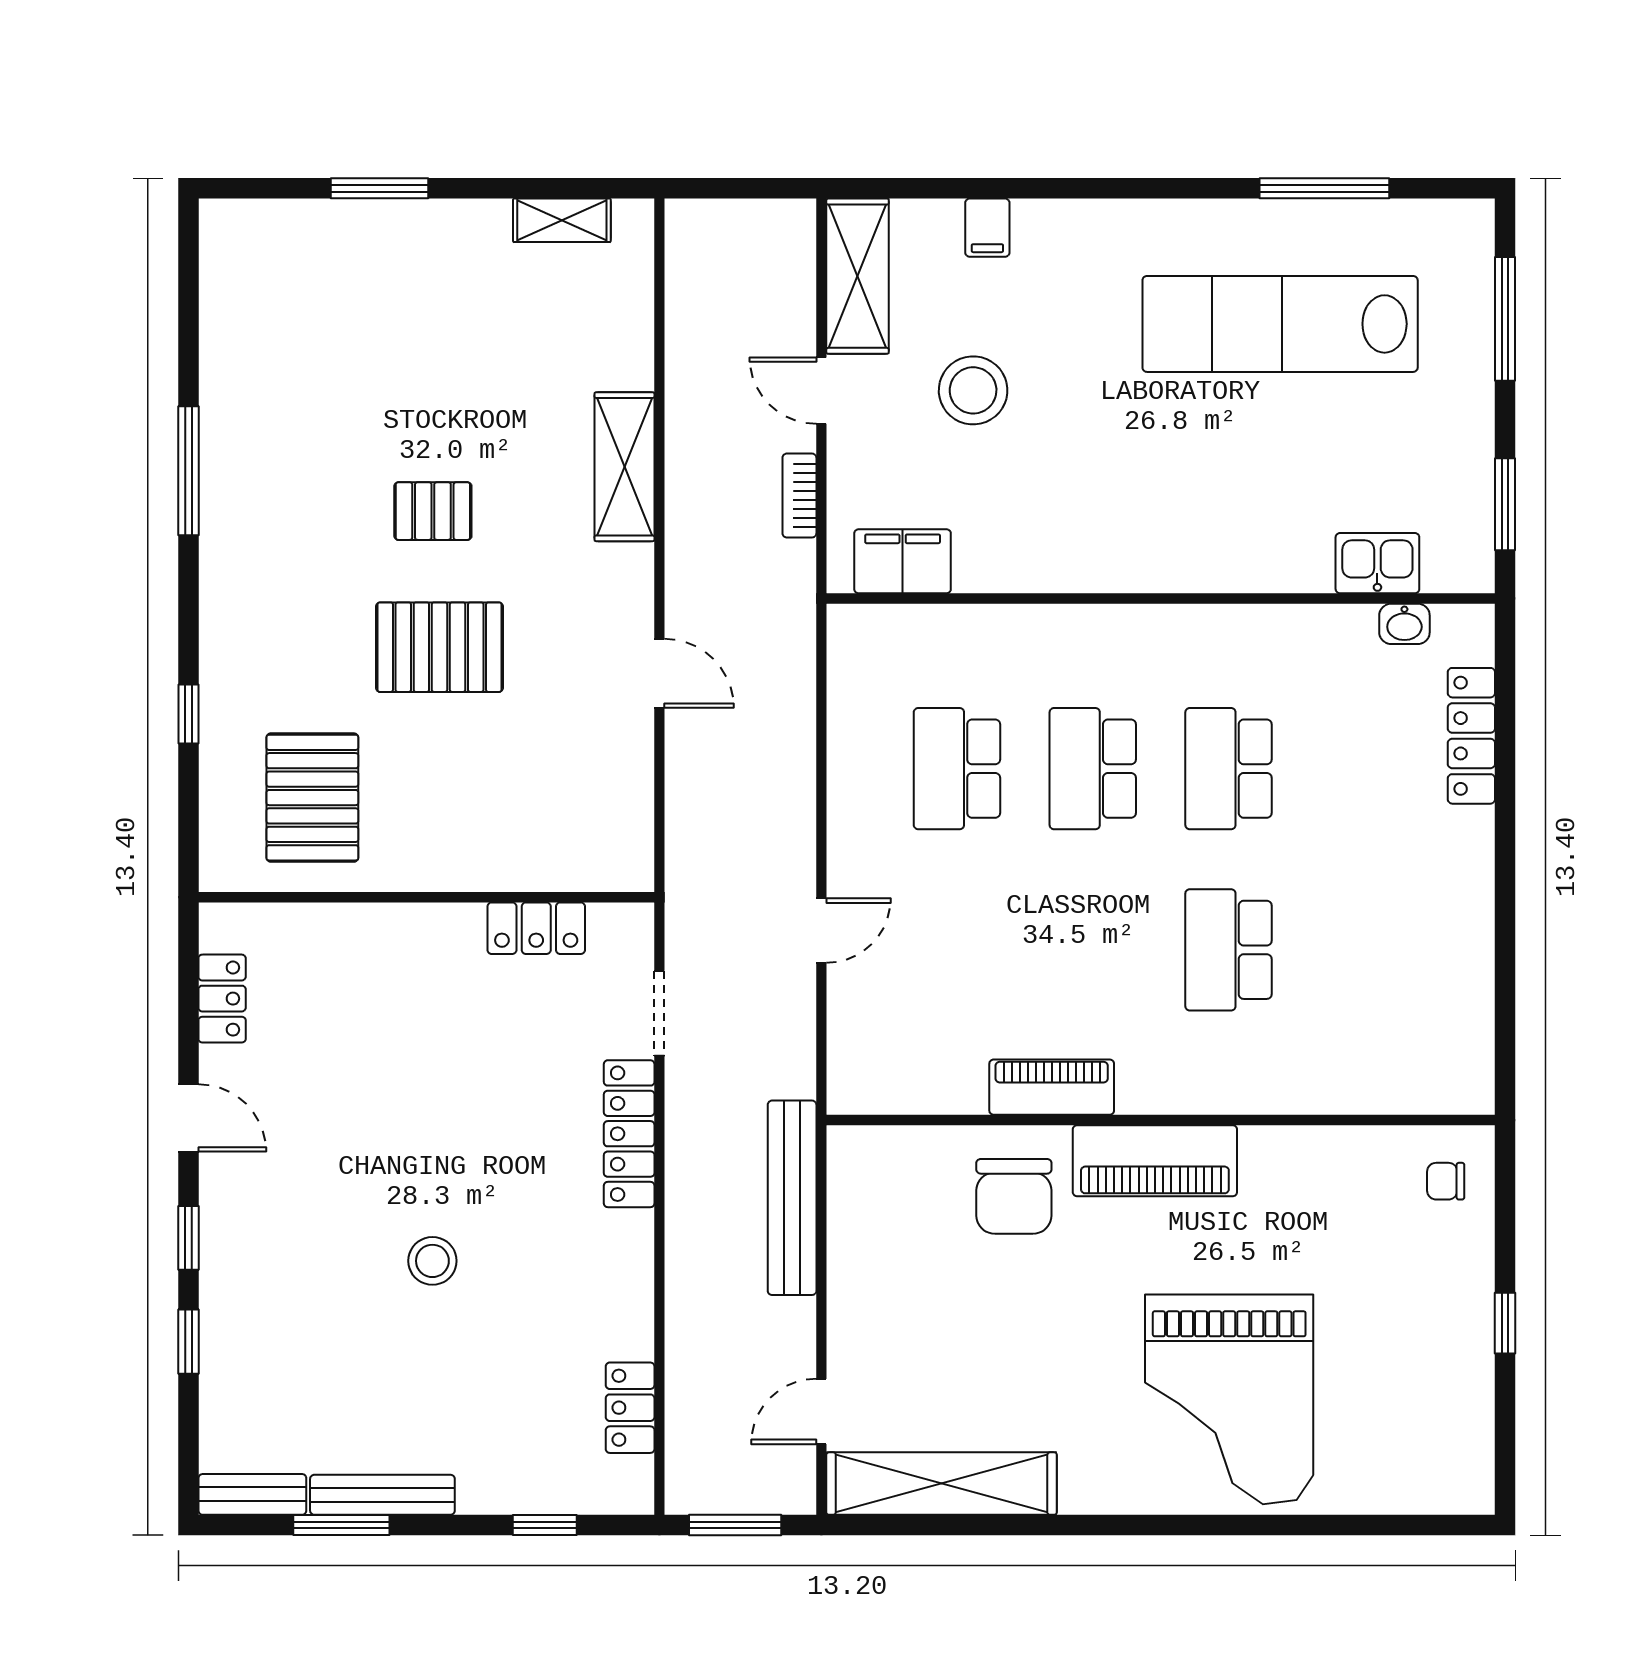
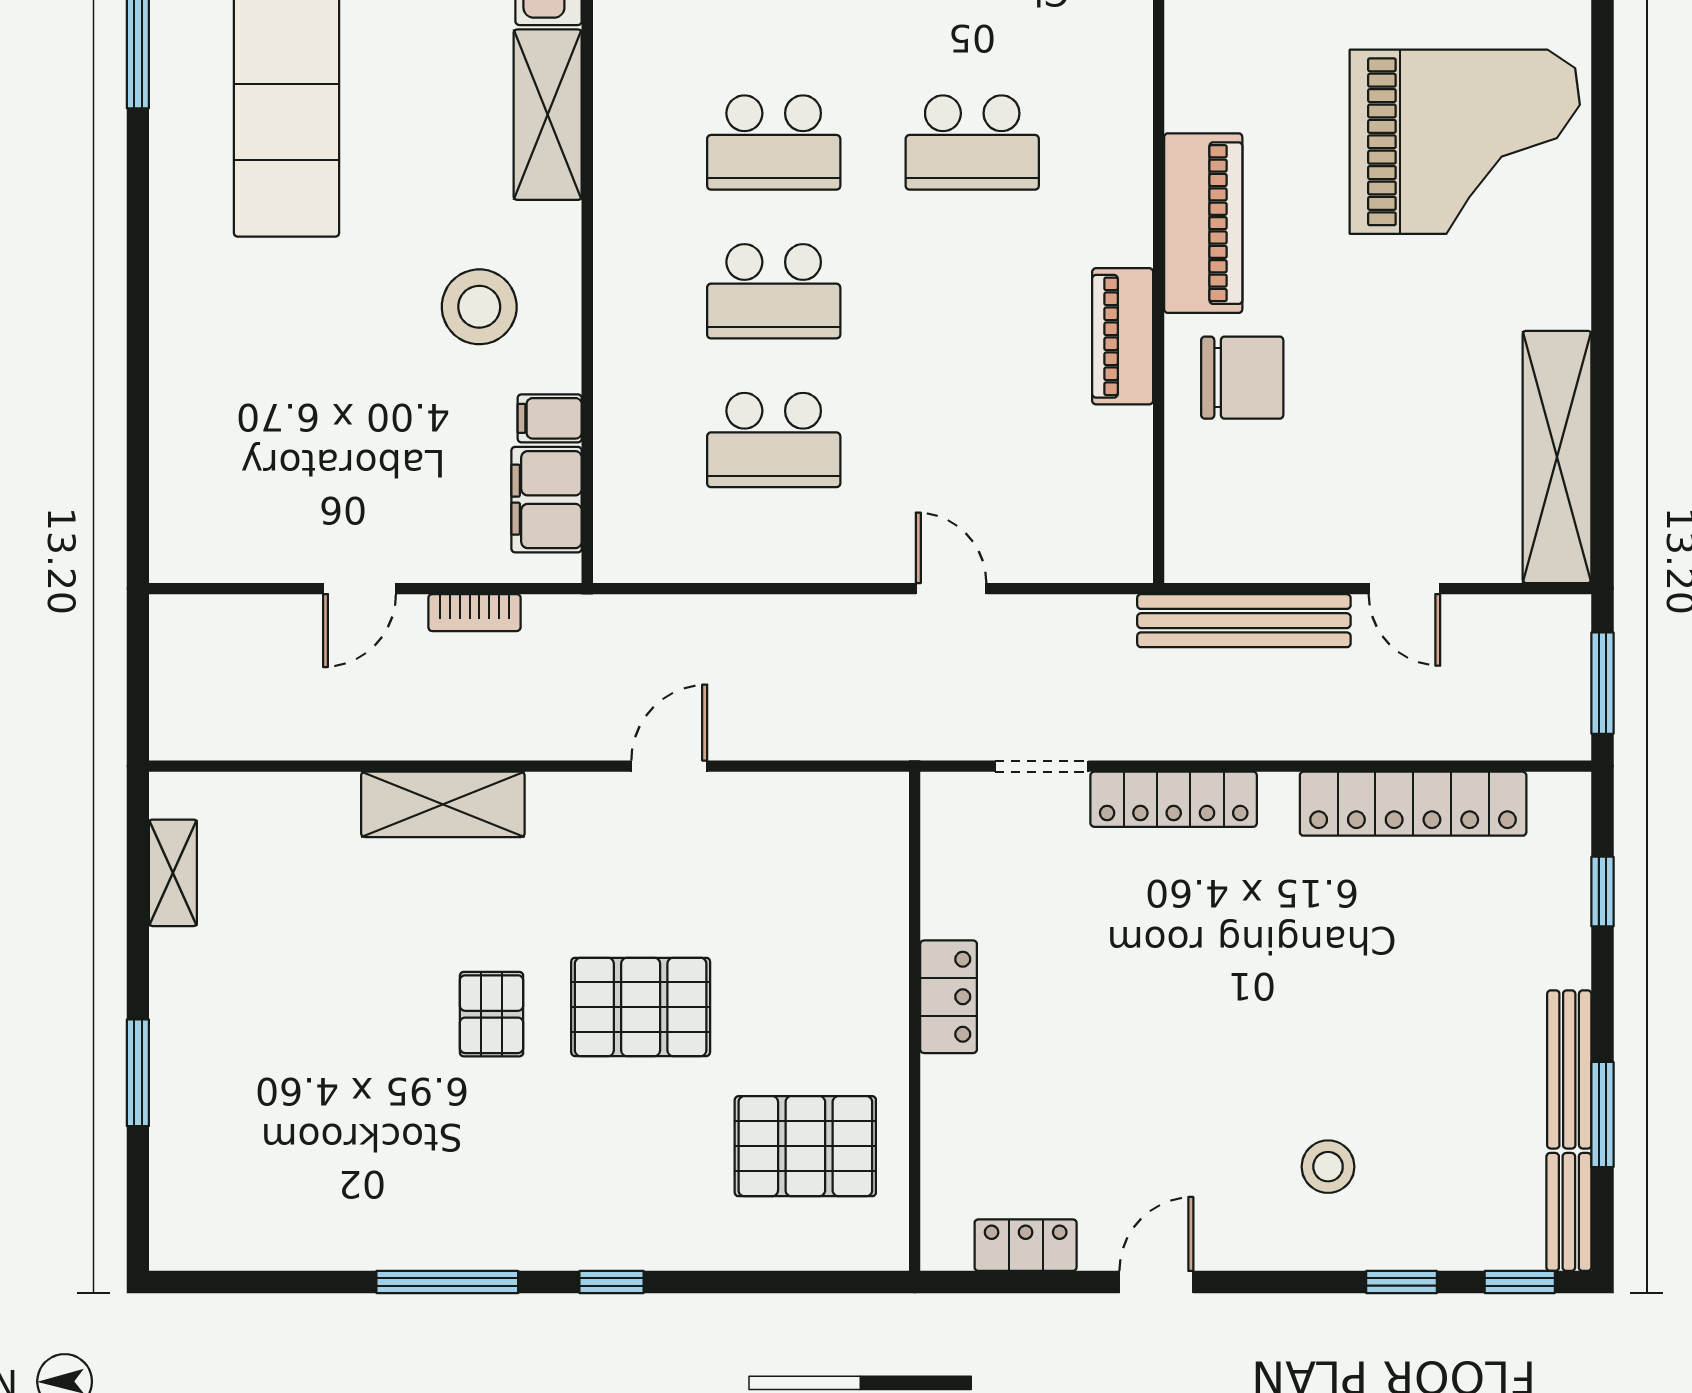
filing cabinet: (987, 228) -> (550, 418), moved, turned 180
shelving: (858, 276) -> (548, 115), moved, turned 90
stool: (973, 390) -> (479, 307), moved
pallet: (439, 647) -> (641, 1007), turned 90
window: (188, 714) -> (612, 1282), moved
locker: (536, 928) -> (949, 997), moved
window: (188, 1238) -> (1520, 1282), moved
stool: (432, 1261) -> (1328, 1167), moved
locker: (630, 1408) -> (1413, 804), width x2.16, depth x1.21
door: (821, 1411) -> (1404, 589), moved

